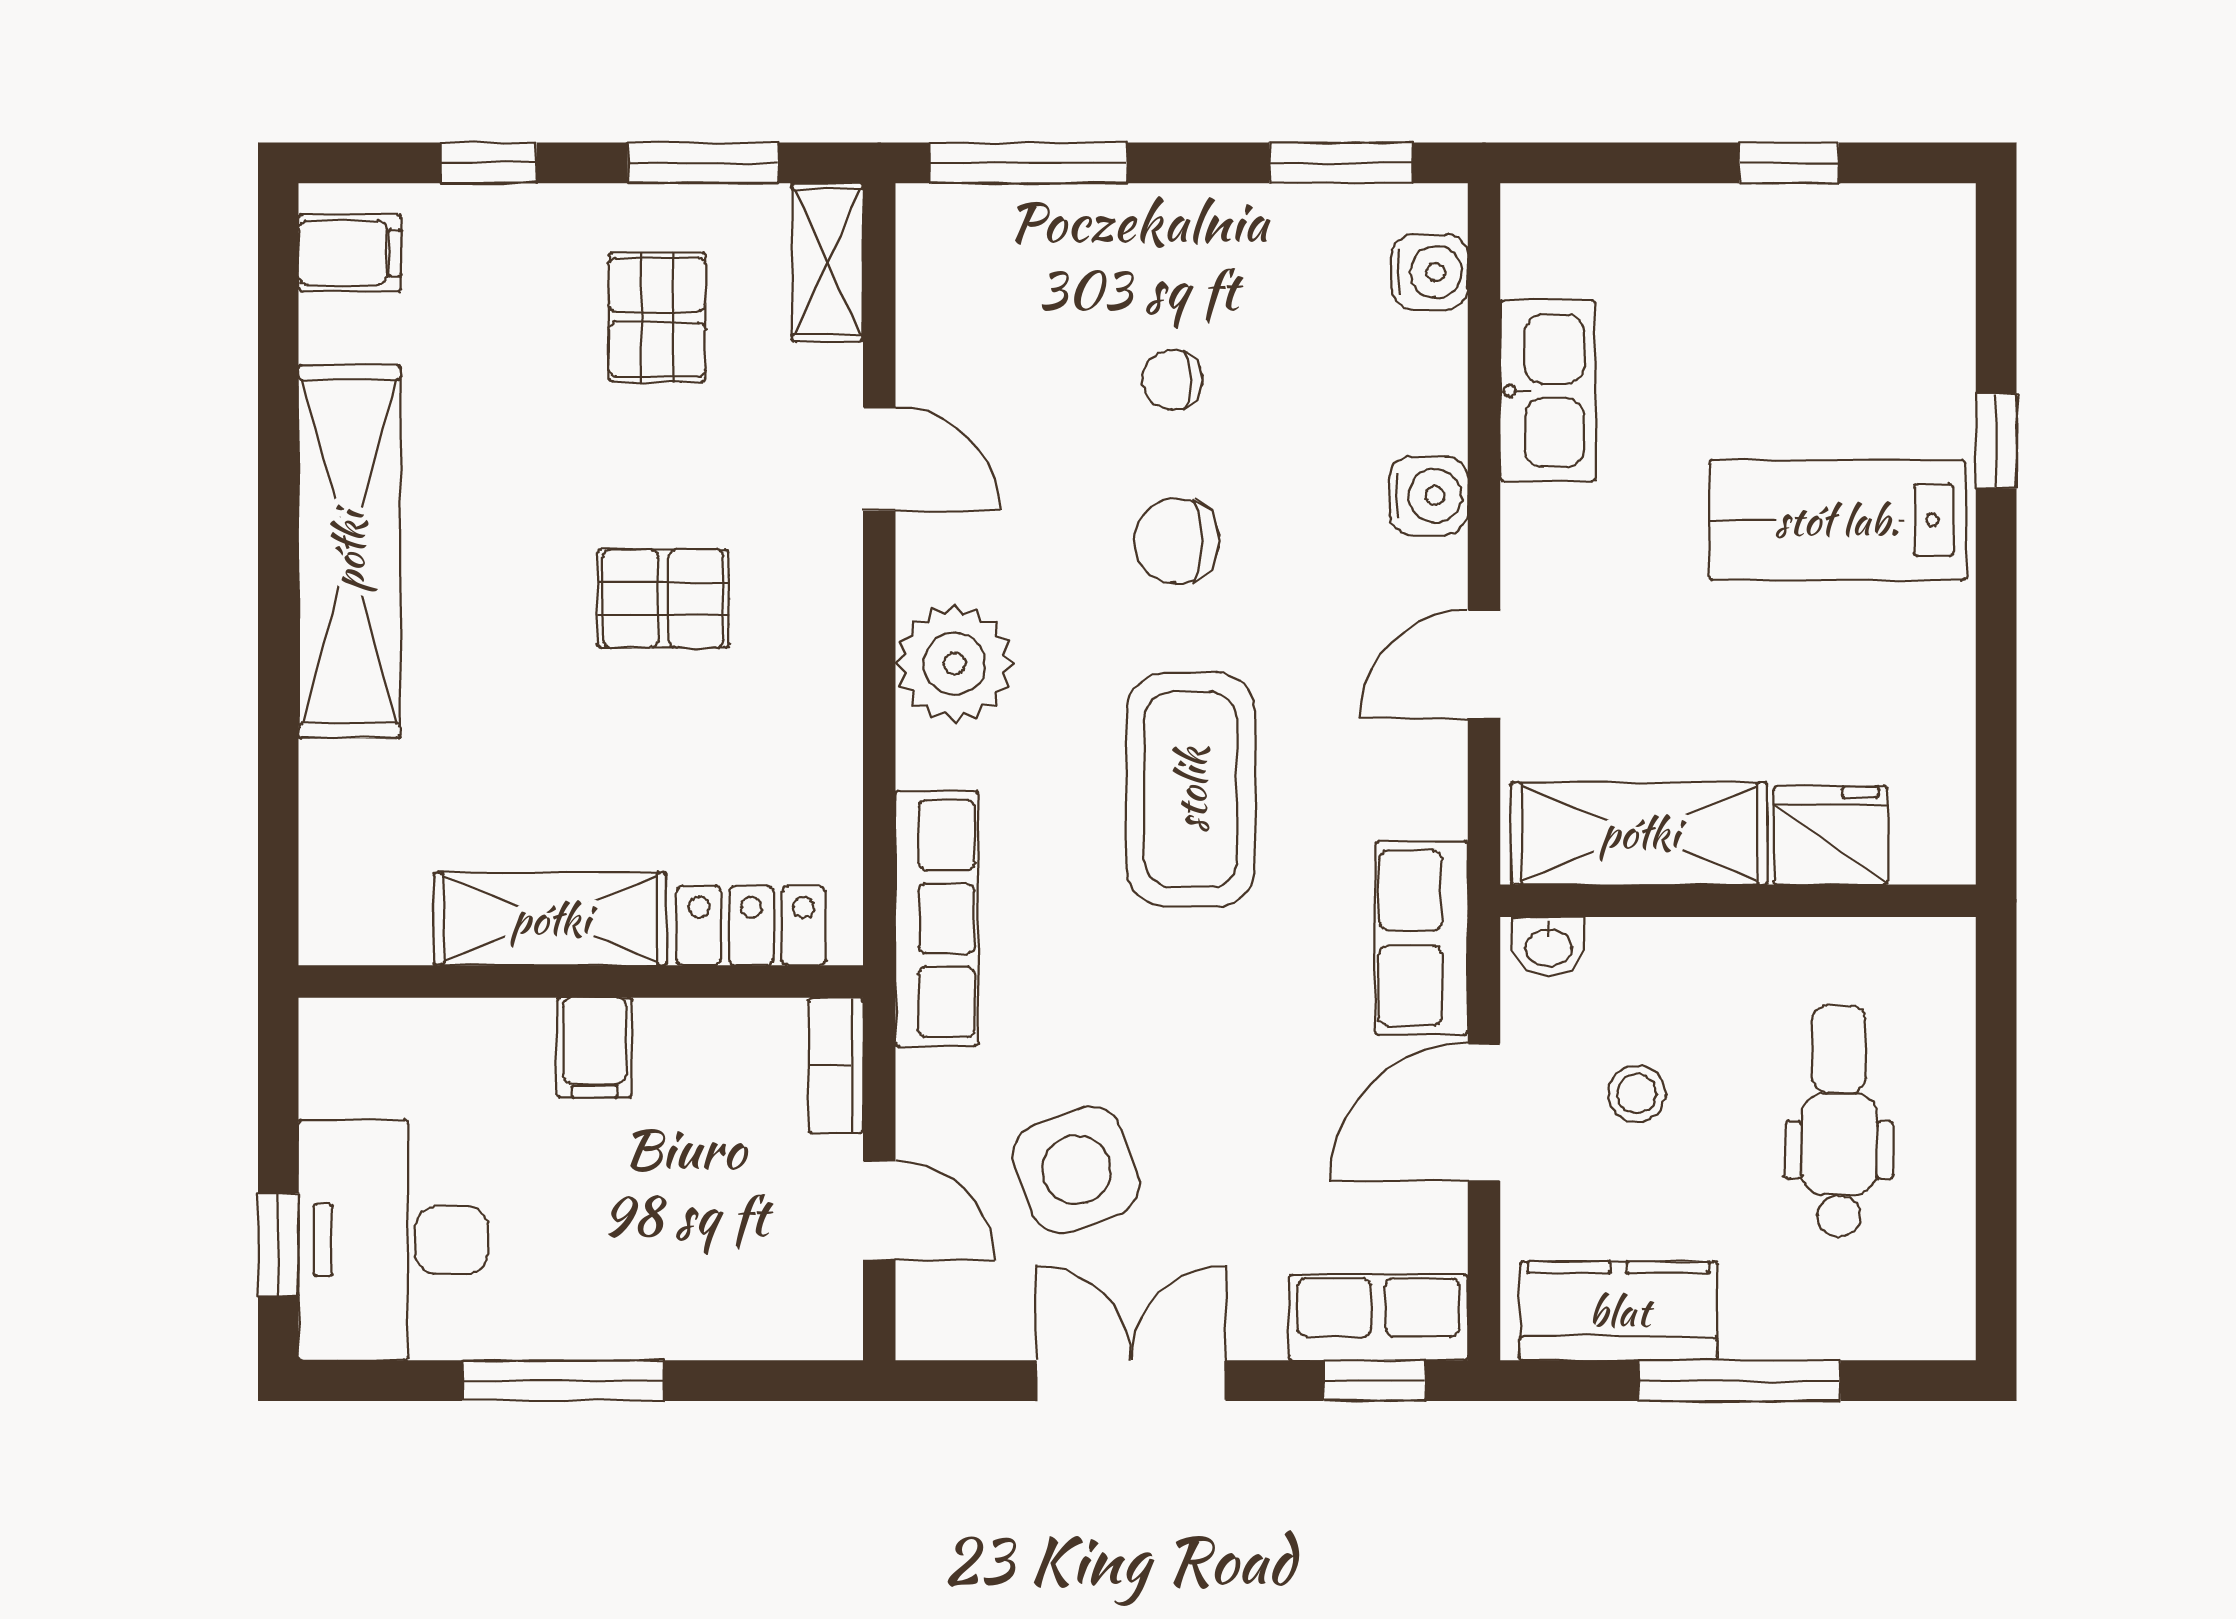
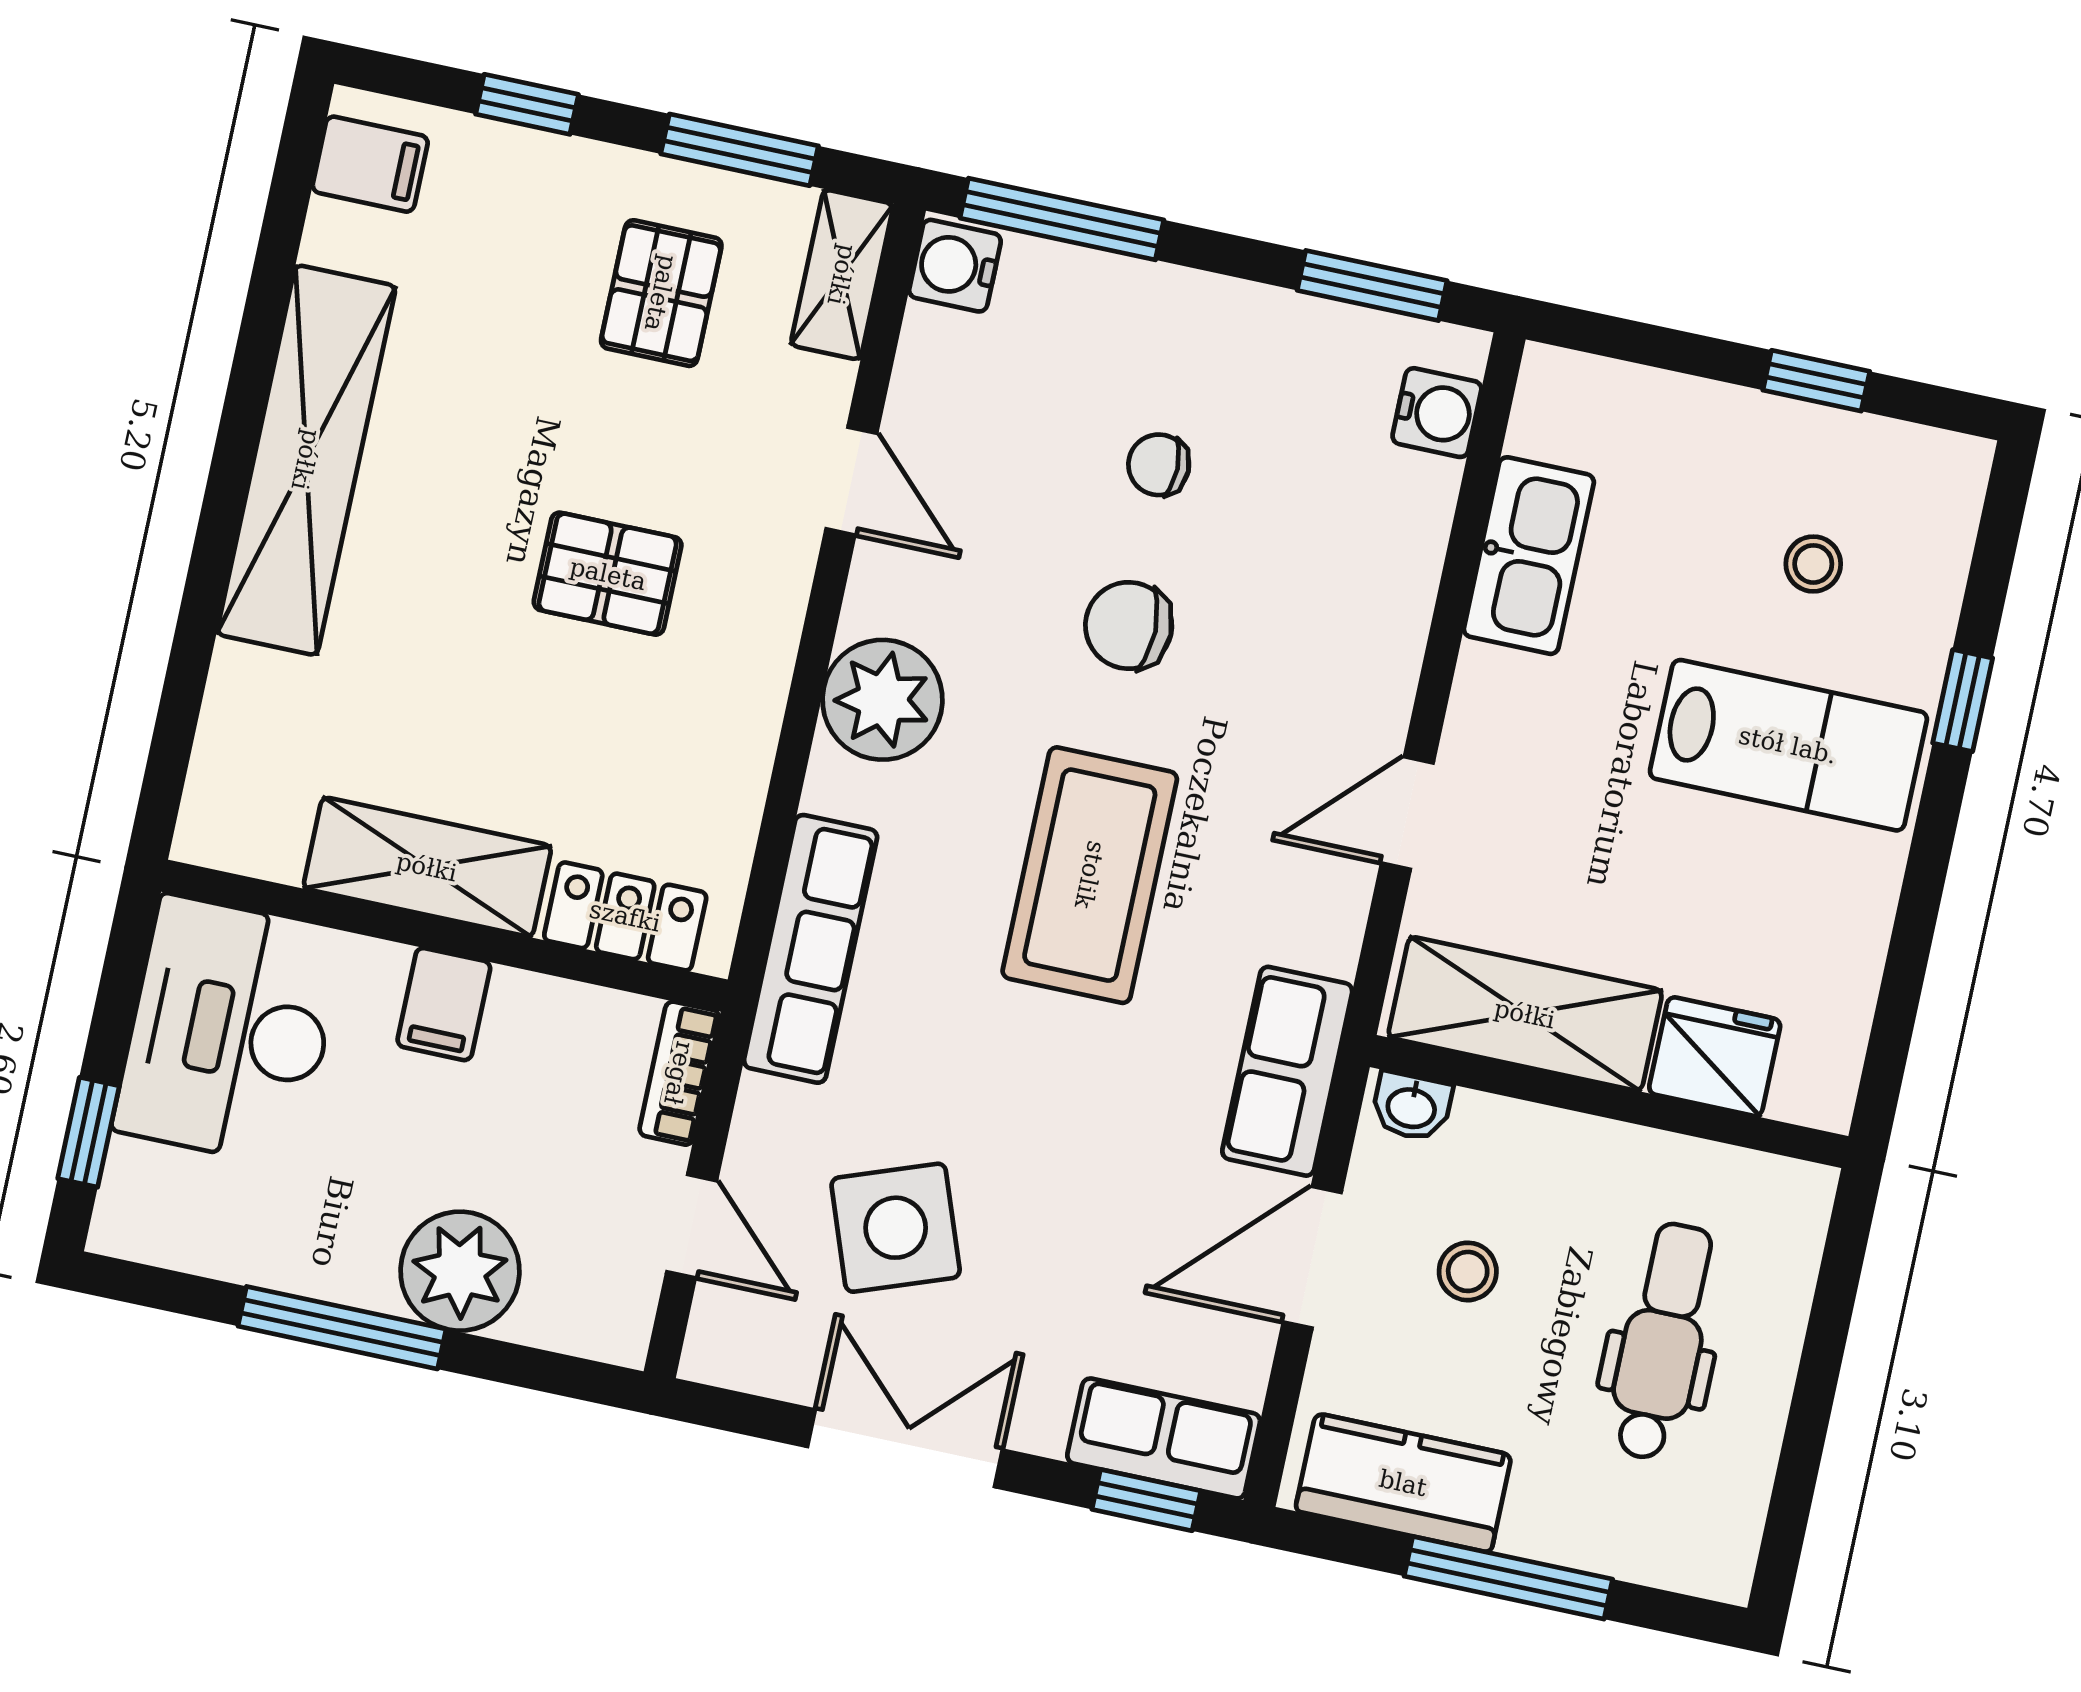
stool: (1824, 340) -> (1813, 564), added
water cooler: (1429, 495) -> (955, 266), moved, turned 180
lab bench: (1837, 520) -> (1788, 745), turned 180
desk: (393, 1240) -> (229, 1031), moved
plant: (665, 1302) -> (460, 1271), added

